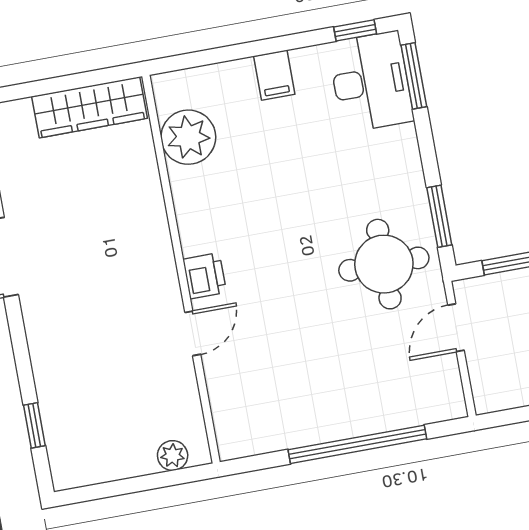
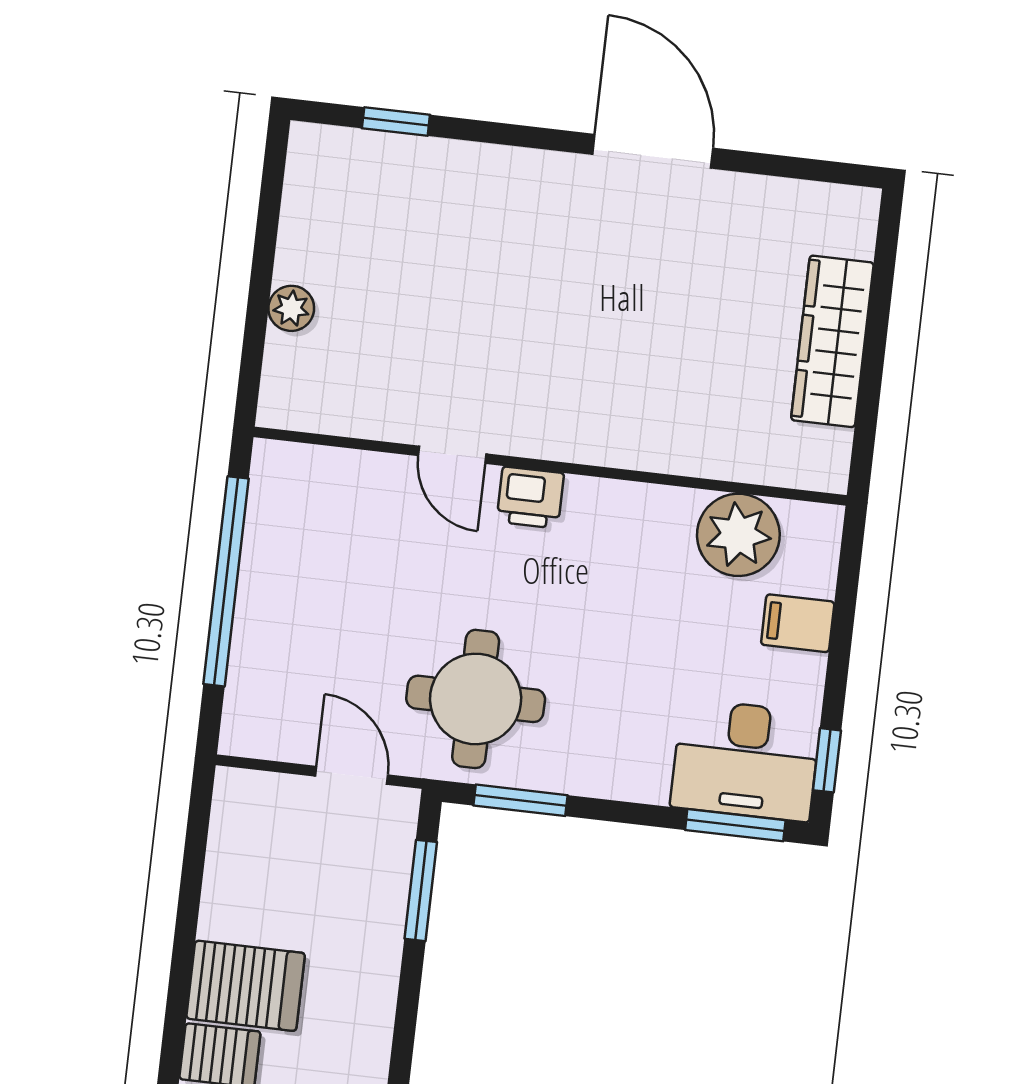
plant: (188, 137) -> (738, 535), moved
wall: (181, 269) -> (550, 466), moved
printer: (205, 276) -> (530, 497), moved
door: (193, 333) -> (452, 455), moved

